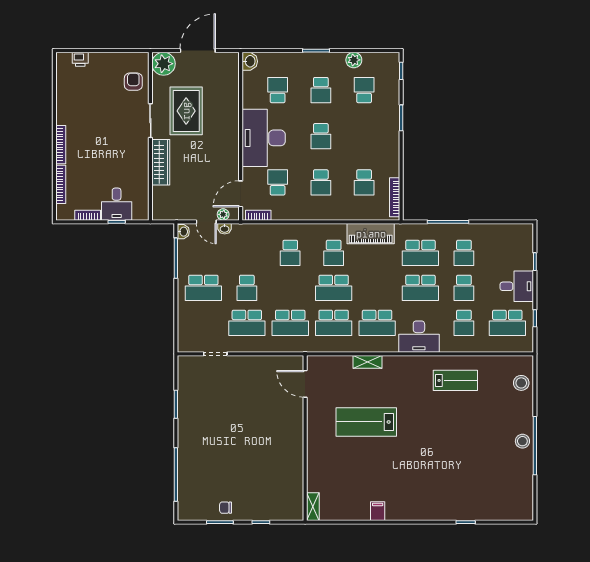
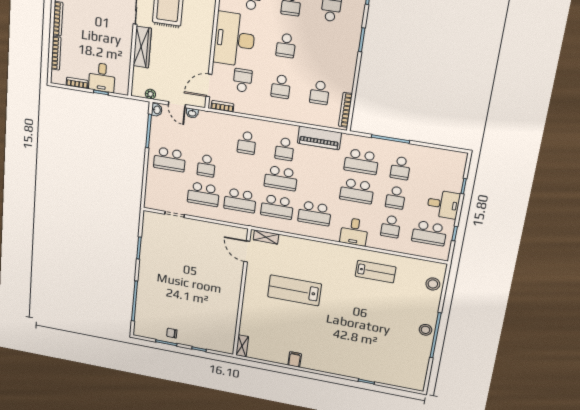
plant: (223, 214) -> (150, 94), moved
desk: (419, 337) -> (354, 232), width x0.73
shelving: (368, 362) -> (266, 237), moved

